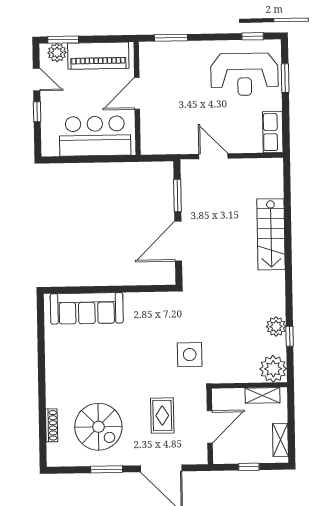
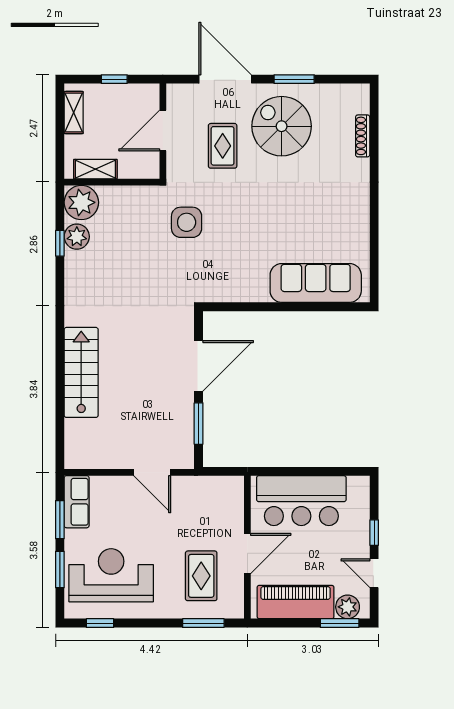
rug: (173, 75) -> (201, 576), added
window: (286, 118) -> (60, 520), added
plant: (276, 326) -> (77, 237), moved
spiral stairs: (98, 427) -> (282, 126), moved

